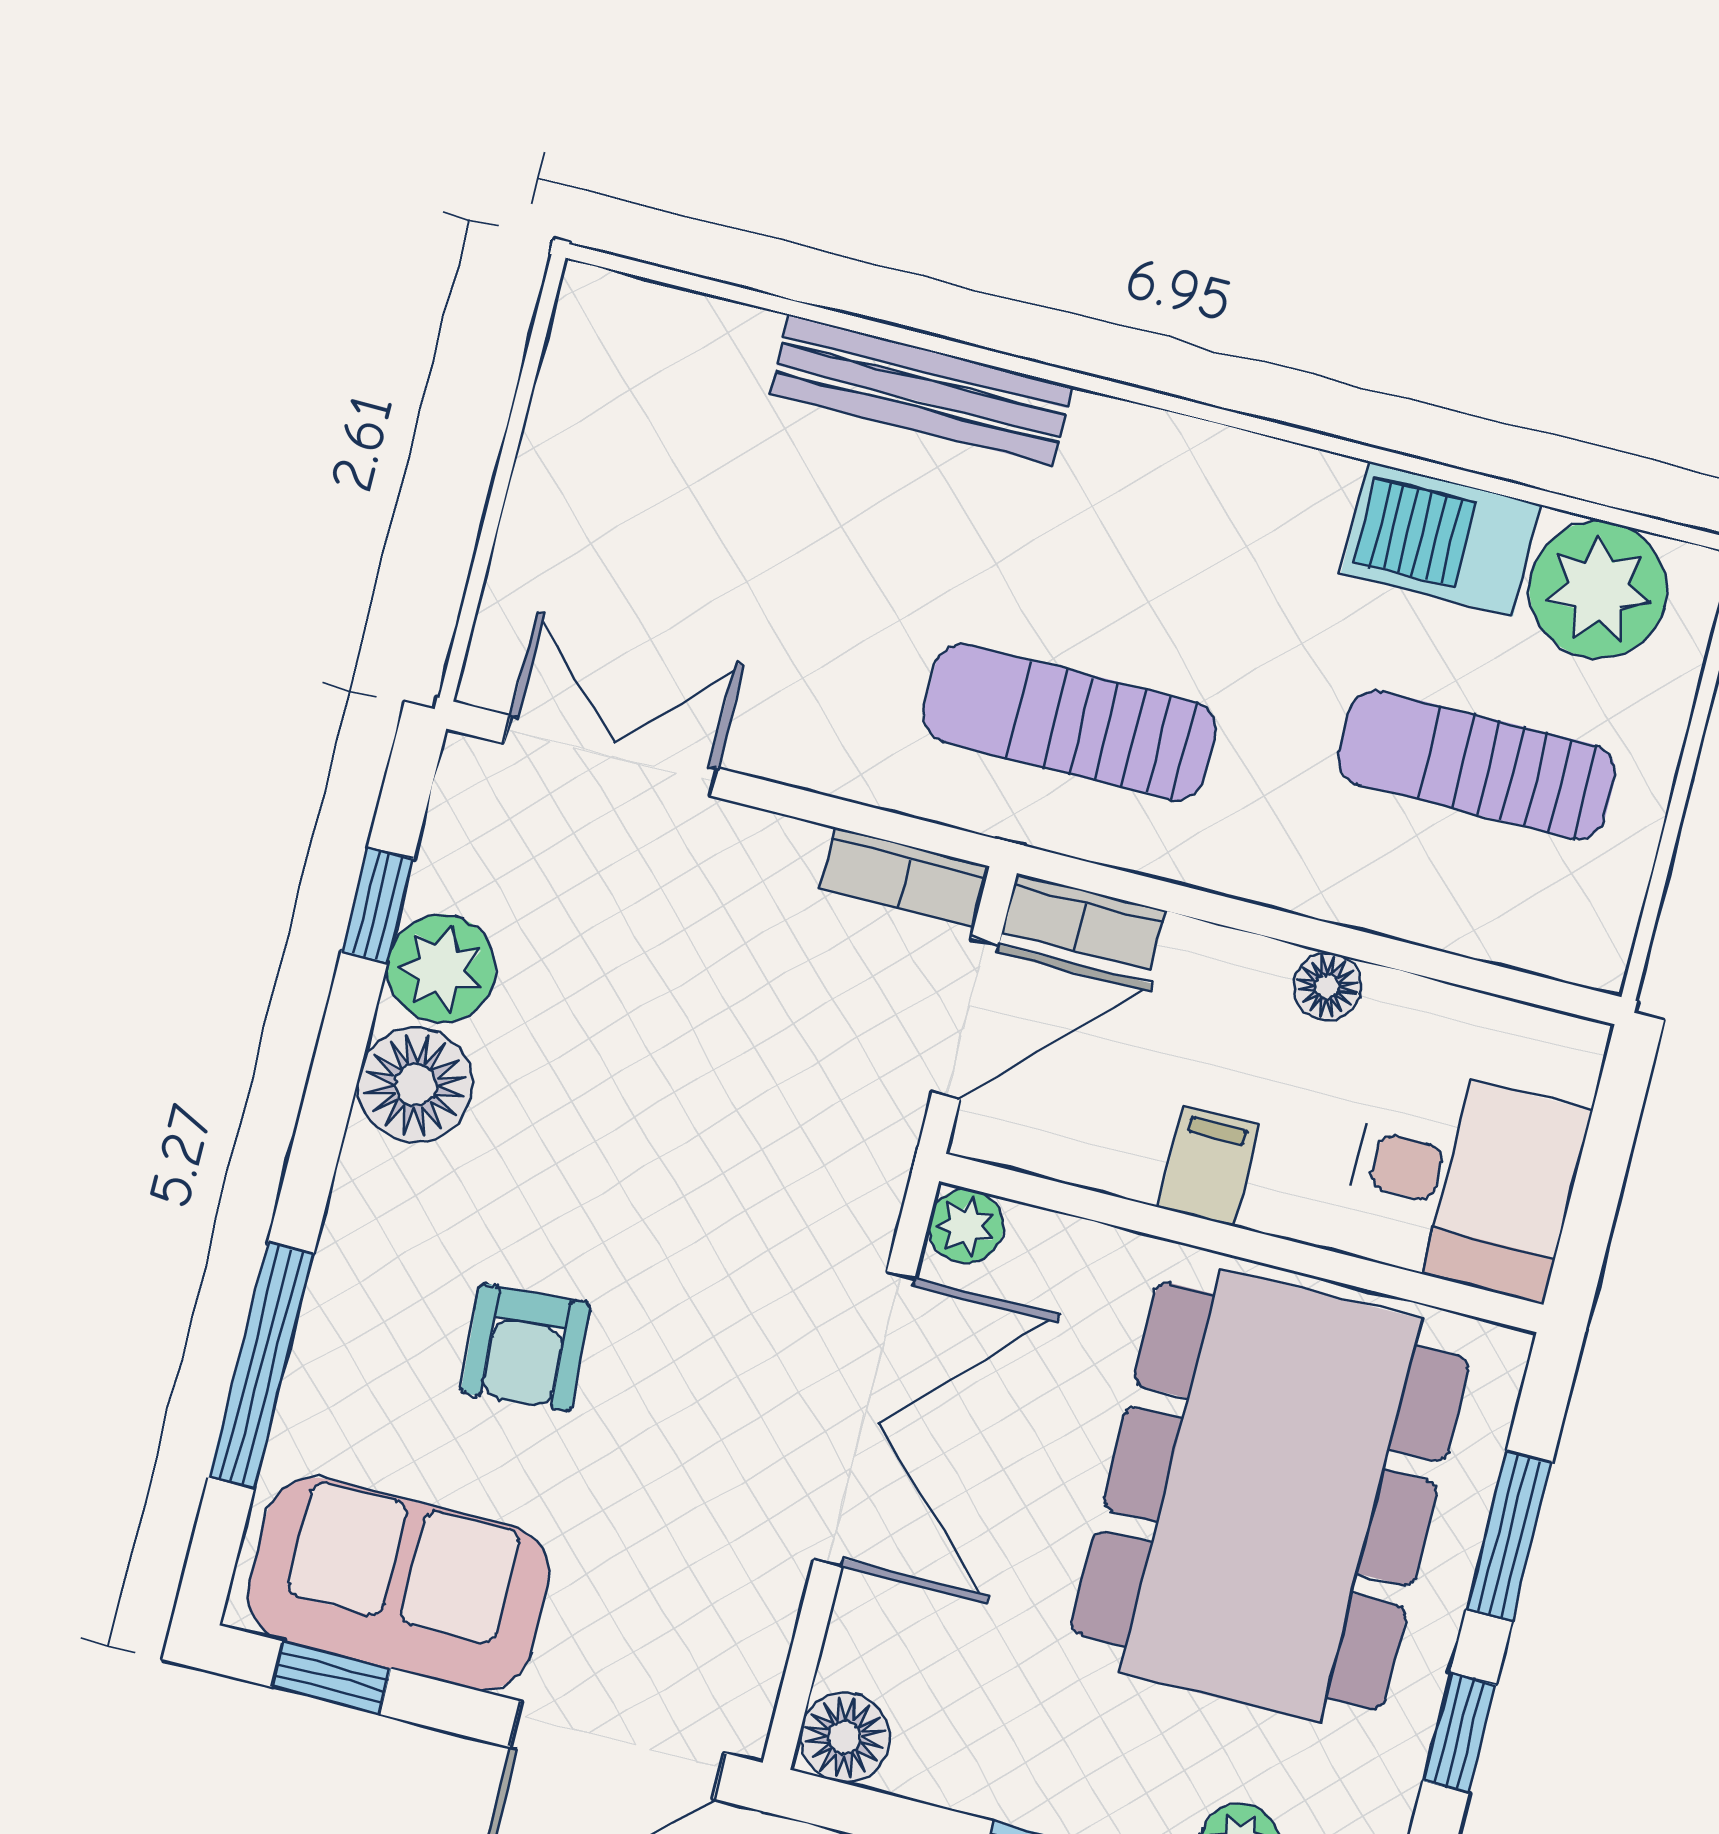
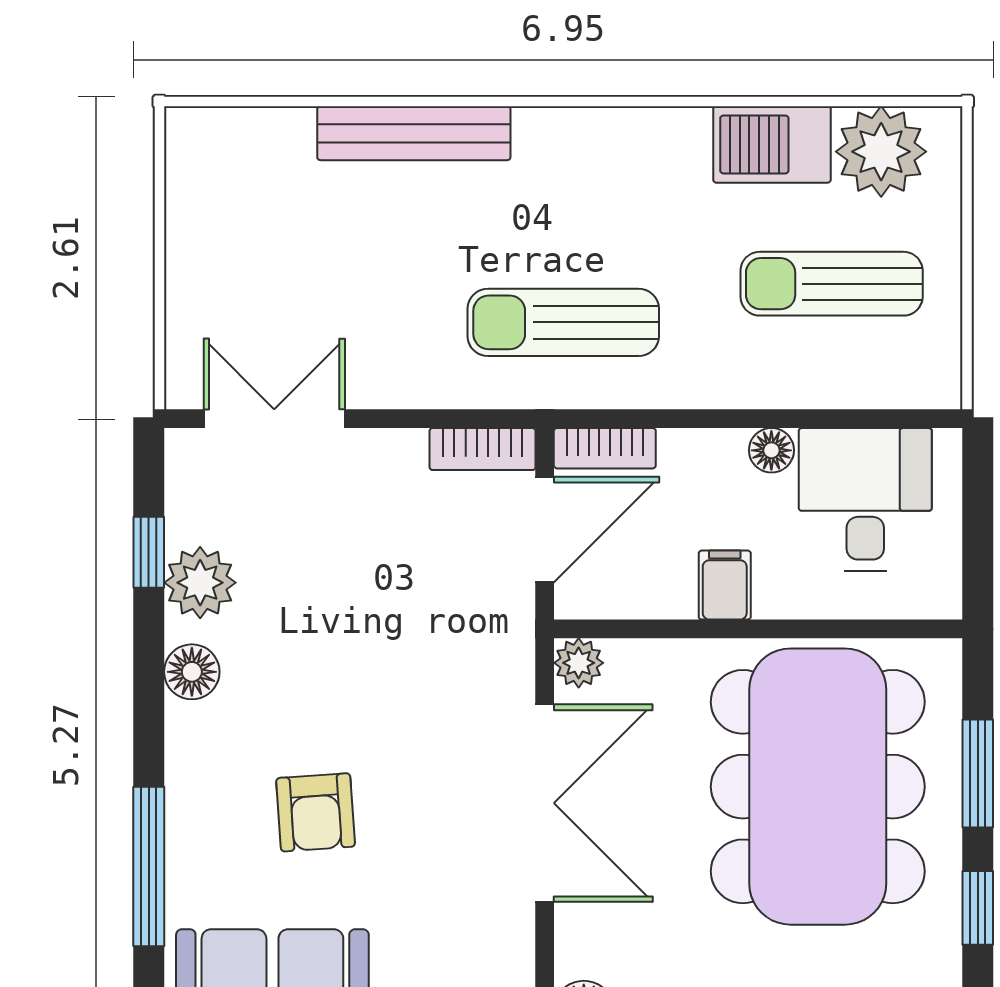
floor lamp: (415, 1085) -> (192, 672), width x0.73, depth x0.73
desk: (1463, 1181) -> (865, 500), moved, turned -90

